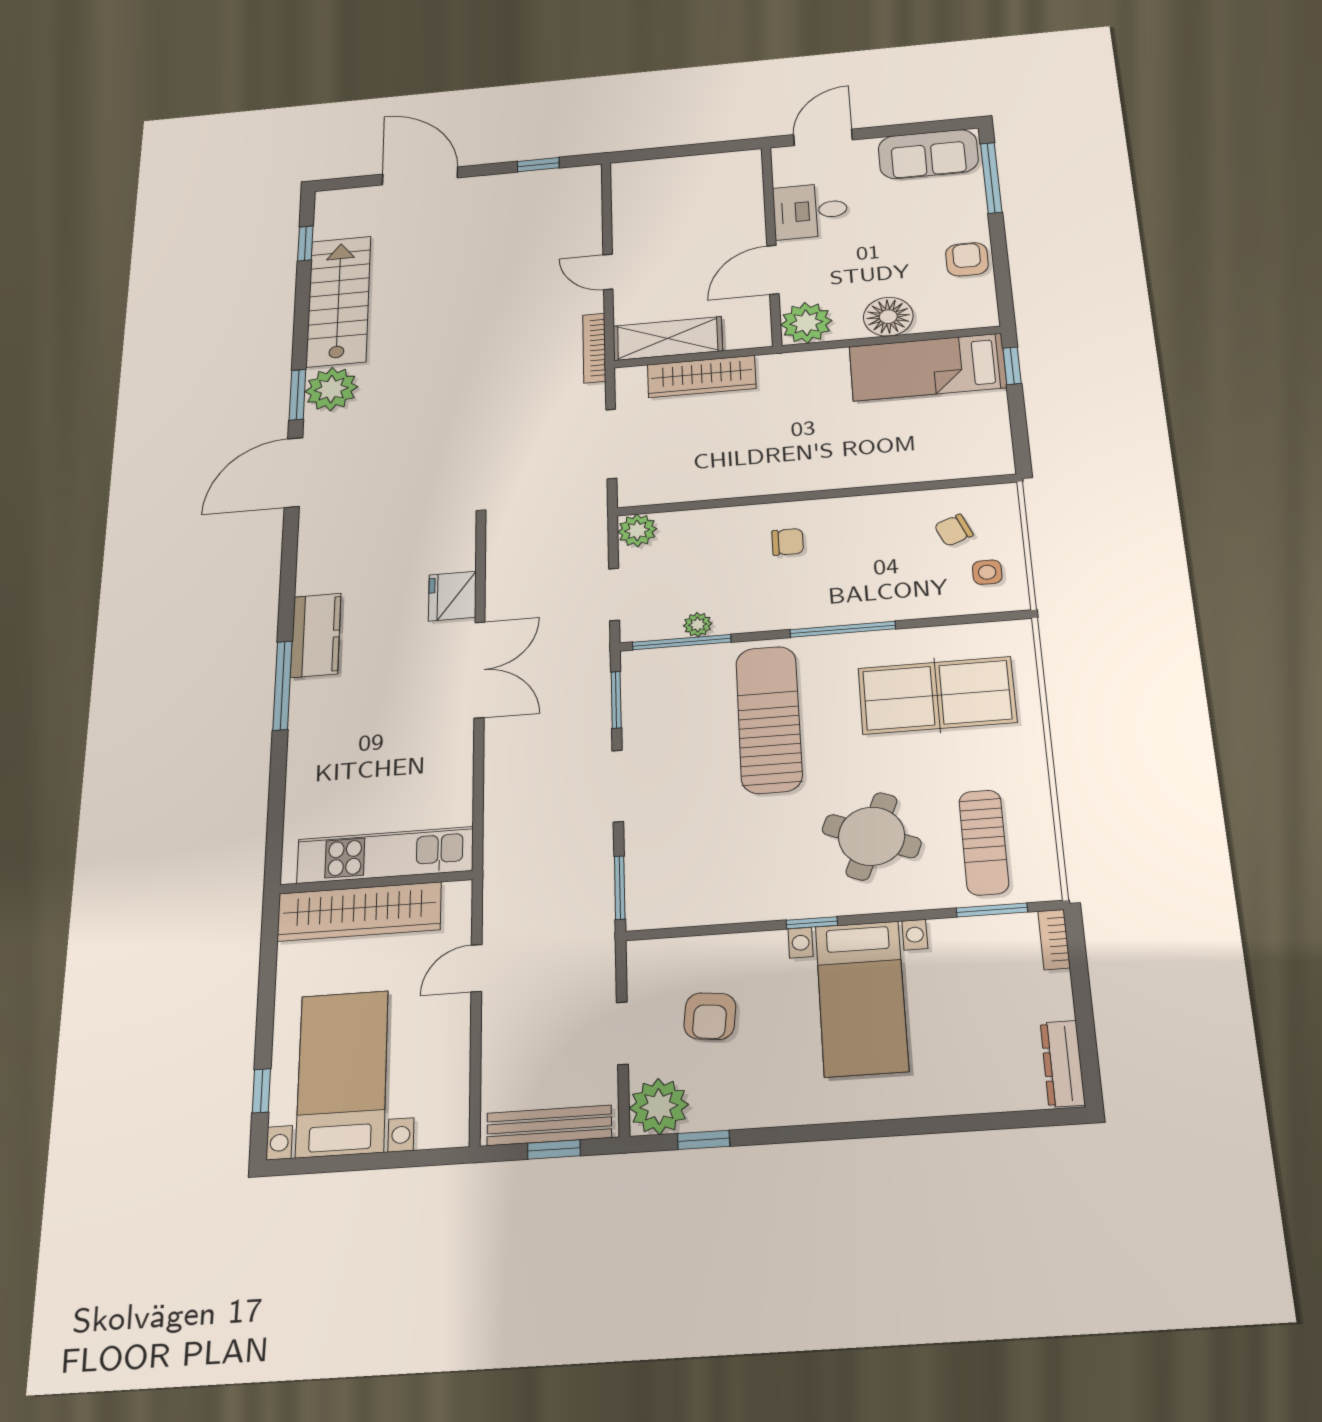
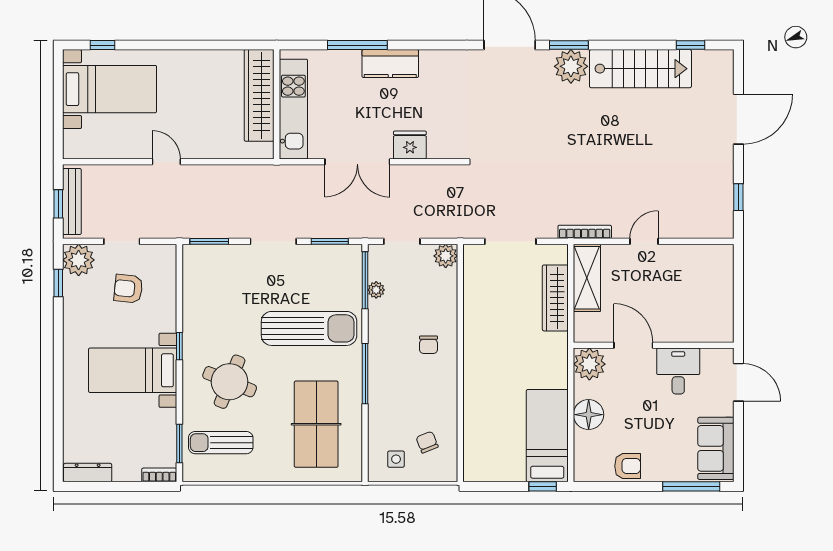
kitchen unit: (385, 855) -> (293, 109), moved
wall: (376, 882) -> (277, 104), moved
wardrobe: (359, 912) -> (259, 95), moved

